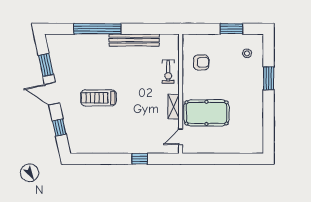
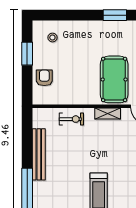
armchair: (201, 62) -> (44, 78), moved
window: (269, 78) -> (115, 15), moved

